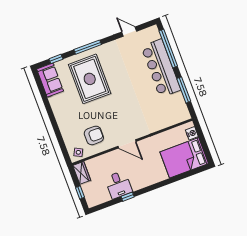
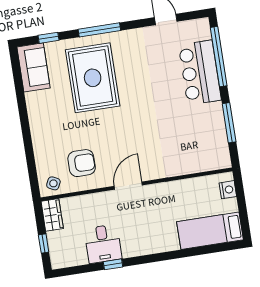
bar counter: (161, 68) -> (200, 73), width x0.73
door: (127, 144) -> (128, 186), swing flipped
bed: (184, 158) -> (210, 231), width x0.67

